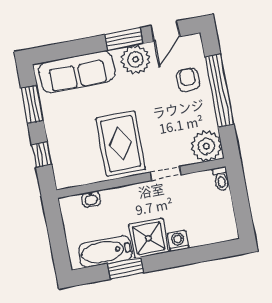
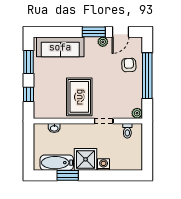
plant: (136, 59) -> (103, 42), width x0.53, depth x0.53
plant: (206, 146) -> (137, 113), width x0.53, depth x0.53
toilet: (221, 179) -> (127, 131), moved

